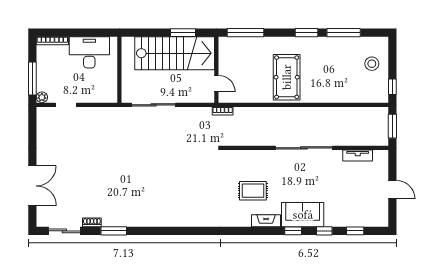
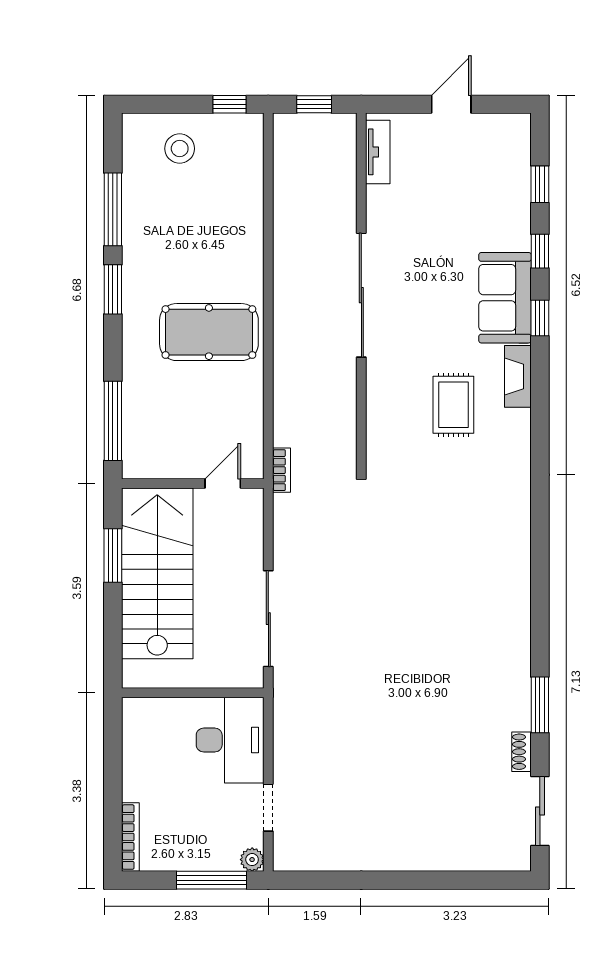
desk: (89, 52) -> (230, 740), moved, turned 180
window: (392, 126) -> (314, 104), width x0.67
tv unit: (358, 156) -> (378, 152), moved
double door: (32, 186) -> (443, 880), removed

